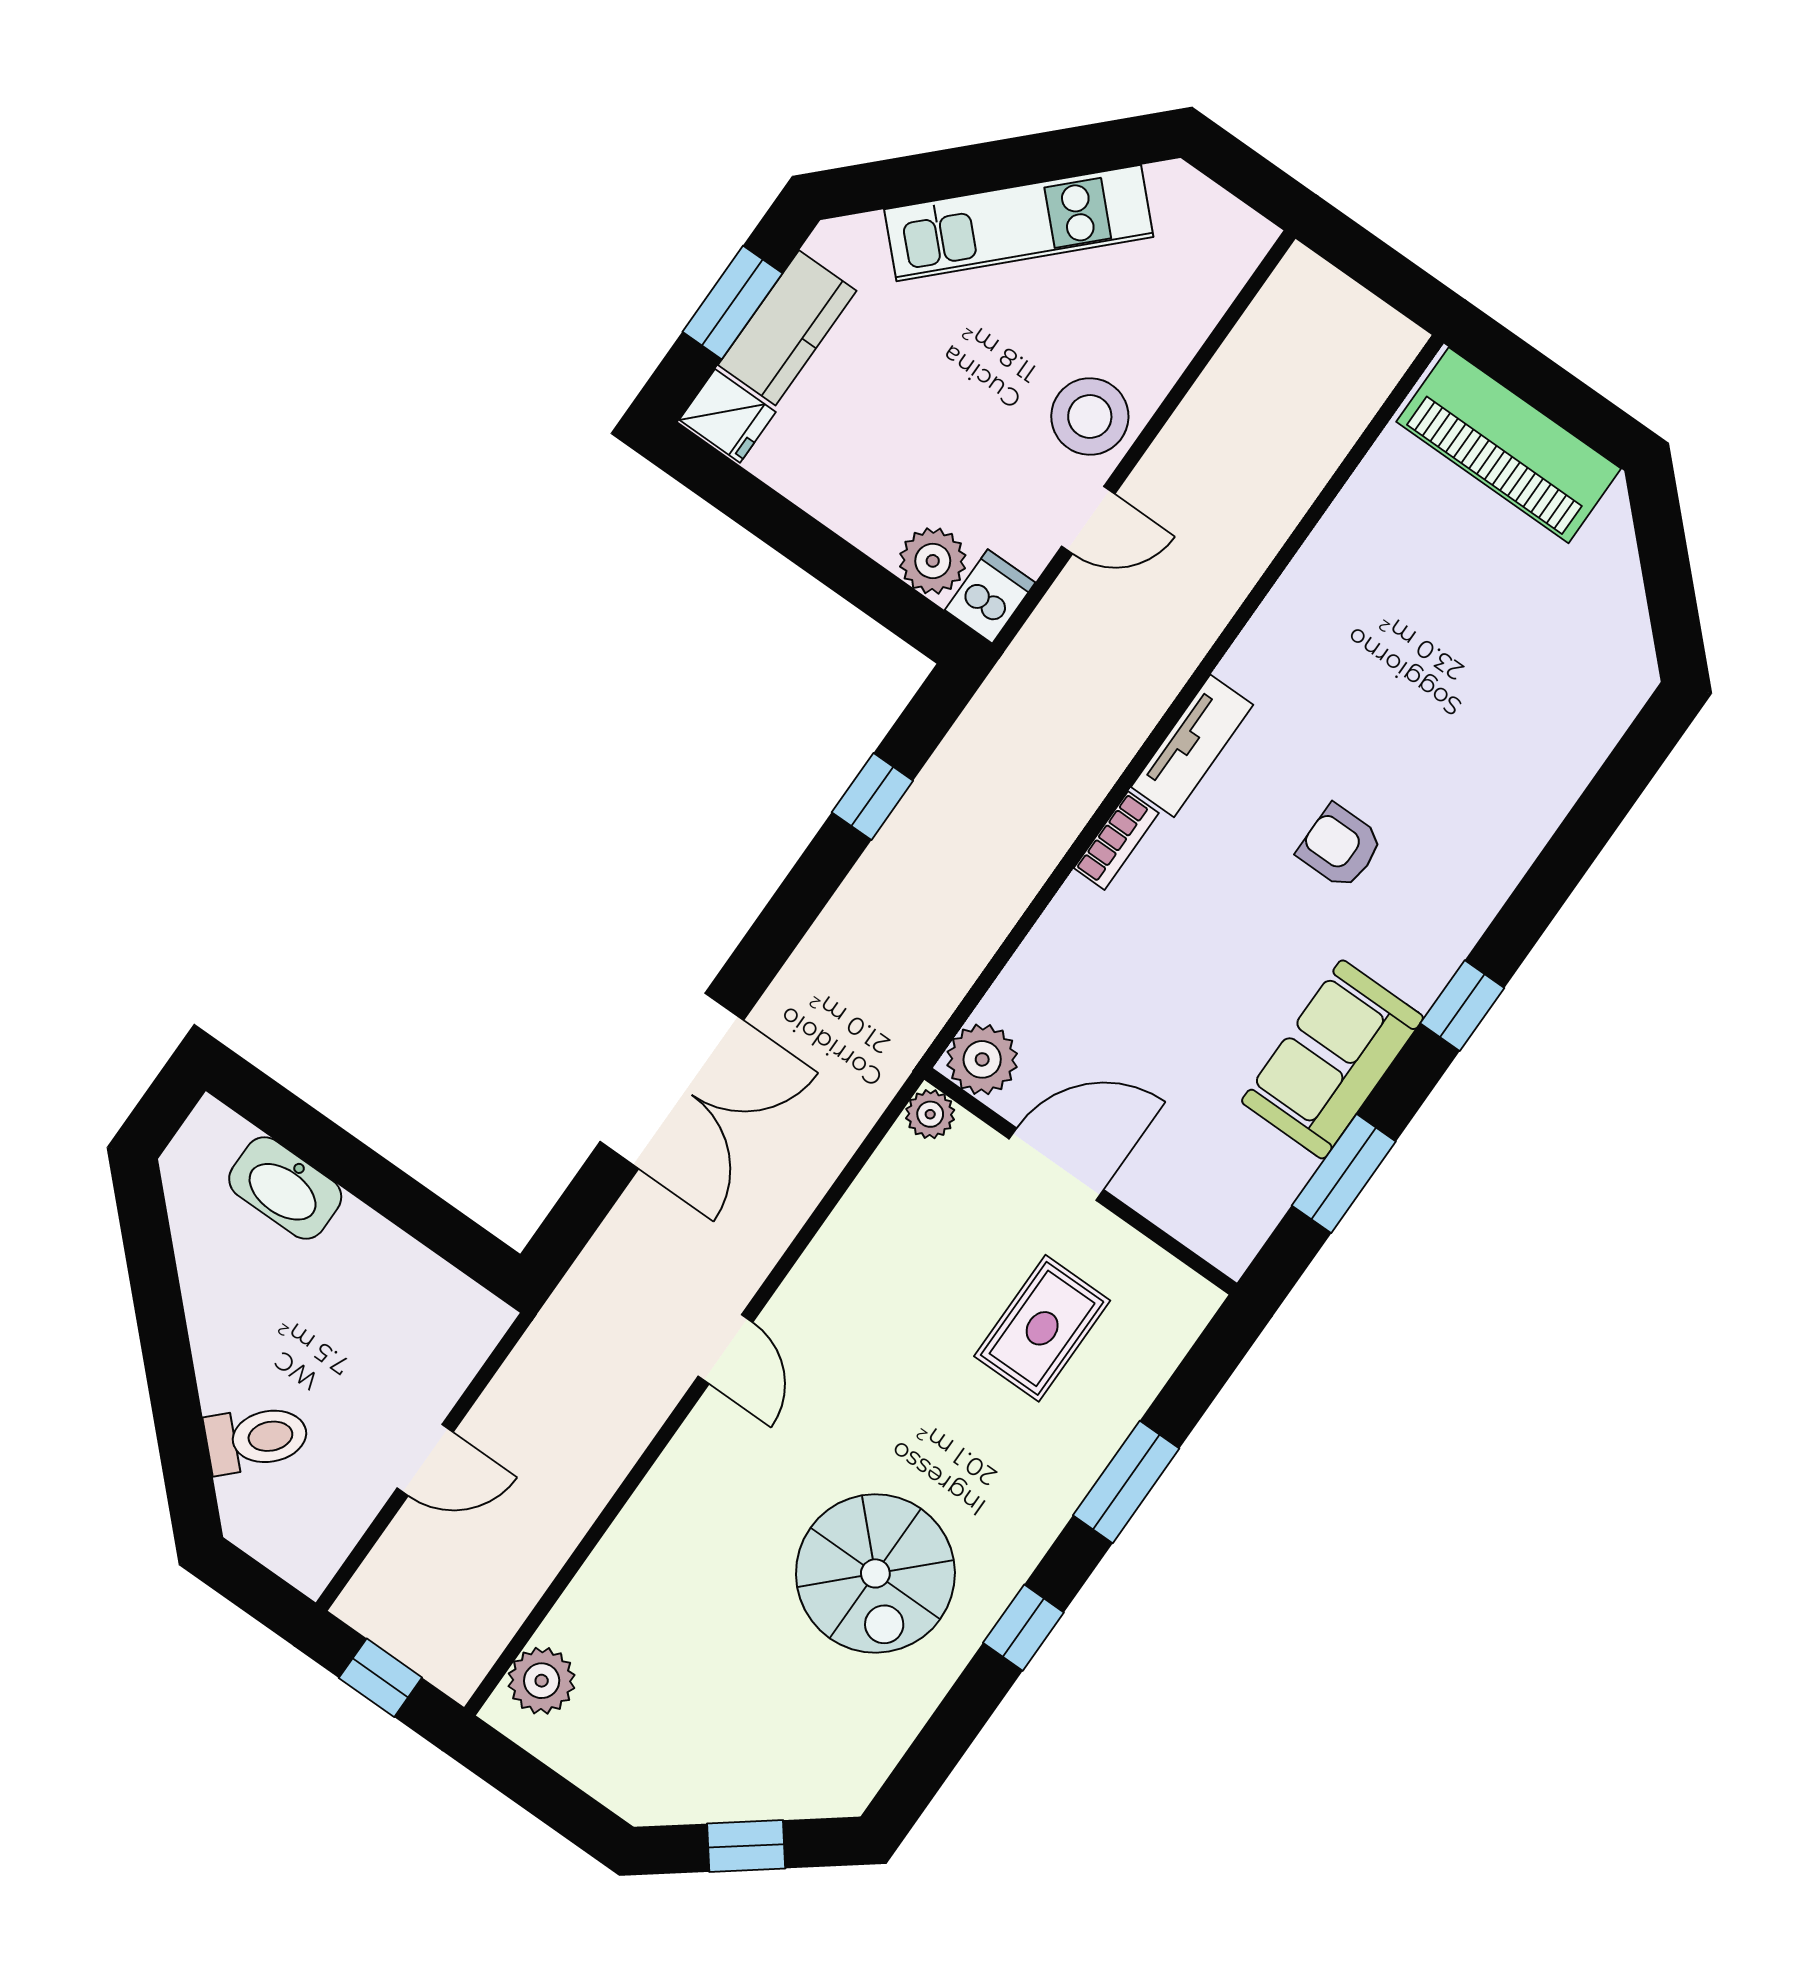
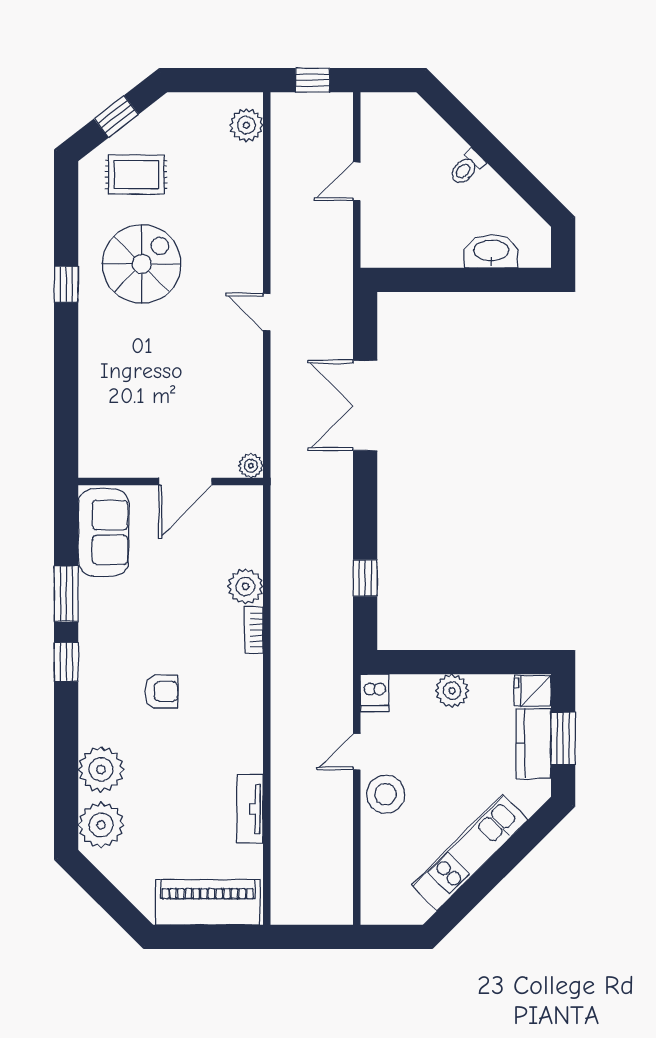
plant: (933, 561) -> (452, 691), moved
plant: (1594, 696) -> (101, 825), added
tv unit: (1192, 746) -> (250, 809), moved
plant: (1530, 788) -> (101, 769), added
plant: (982, 1059) -> (245, 586), moved
sofa: (1332, 1059) -> (103, 532), moved
window: (1344, 1173) -> (66, 594), moved
rug: (1042, 1328) -> (136, 174), moved, turned 90
toilet: (257, 1439) -> (467, 168), moved, width x0.73, depth x0.72
window: (1126, 1482) -> (66, 373), removed
spiral stairs: (875, 1573) -> (142, 264), turned 90

